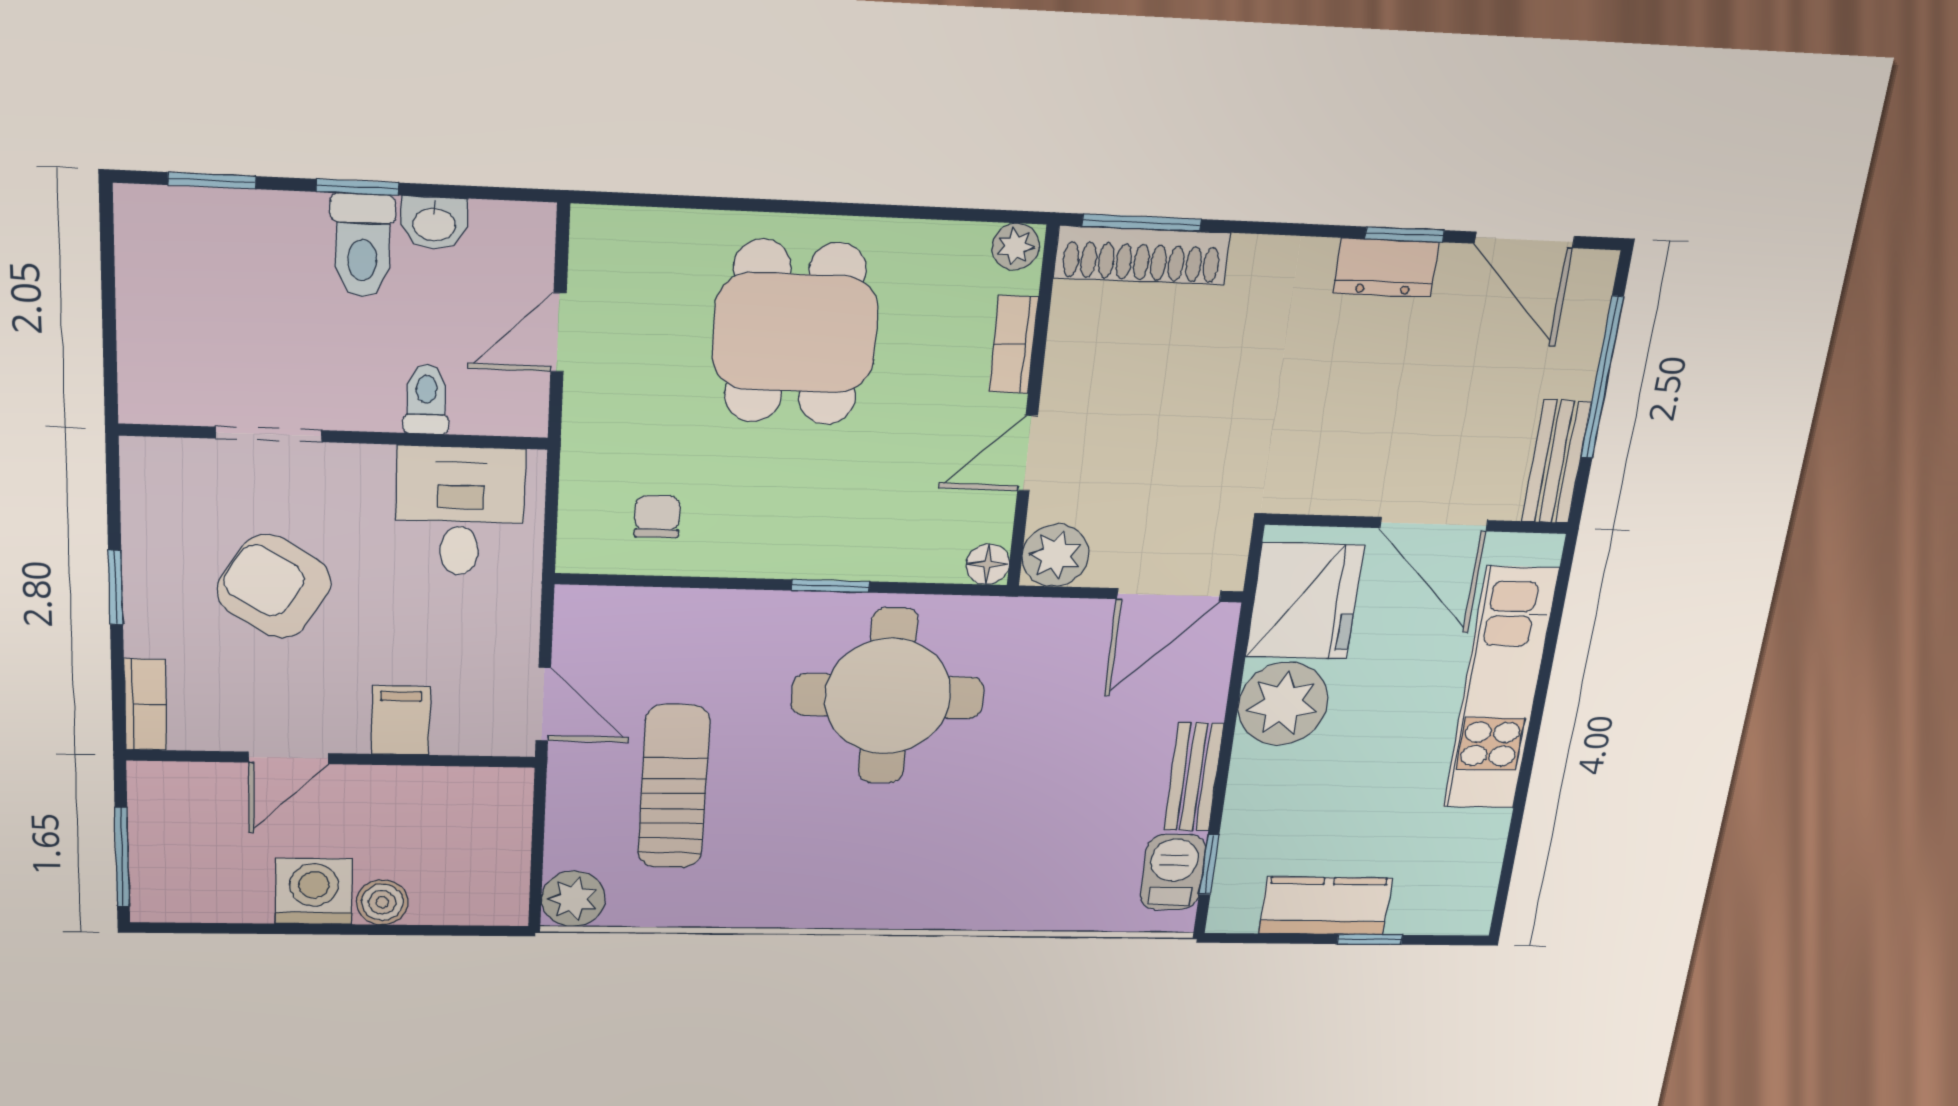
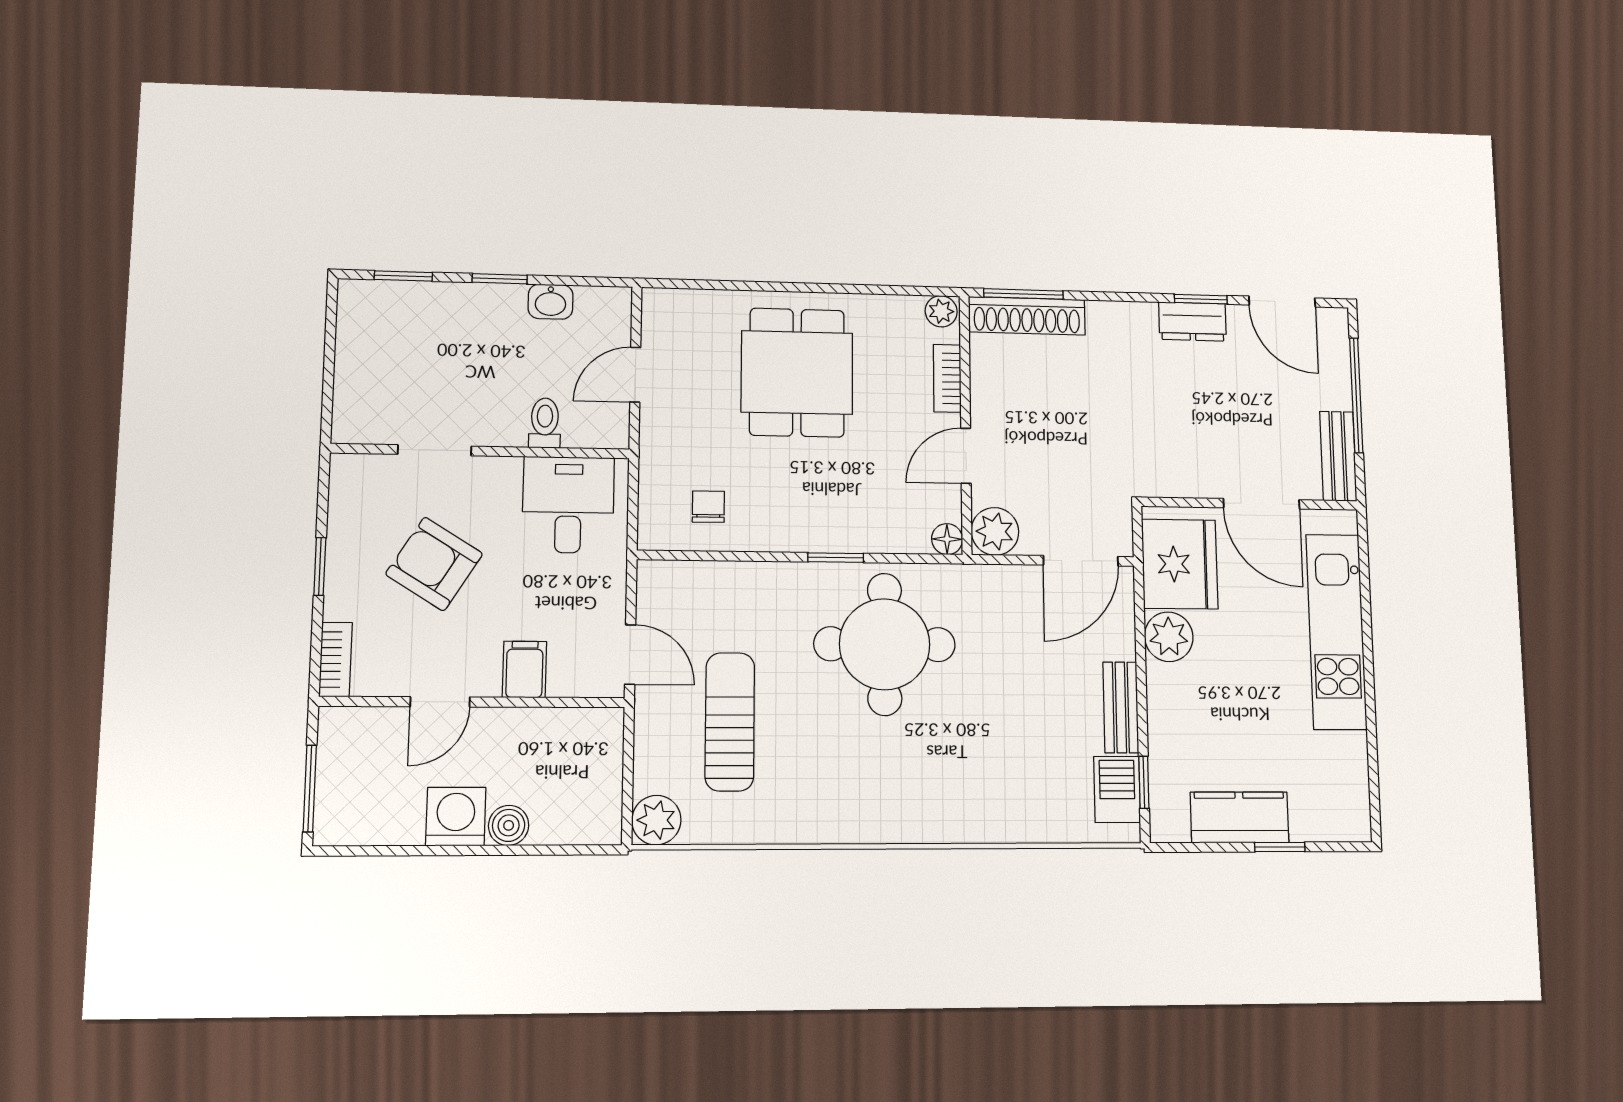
toilet: (362, 246) -> (502, 318), removed
plant: (1283, 704) -> (1169, 637), width x0.73, depth x0.73

